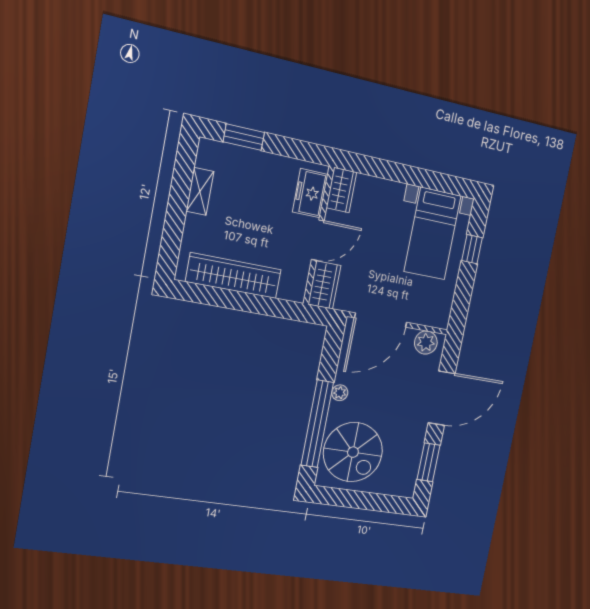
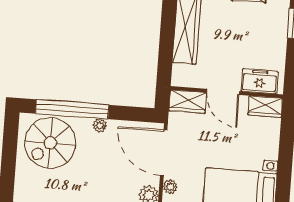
plant: (420, 316) -> (170, 187), added

